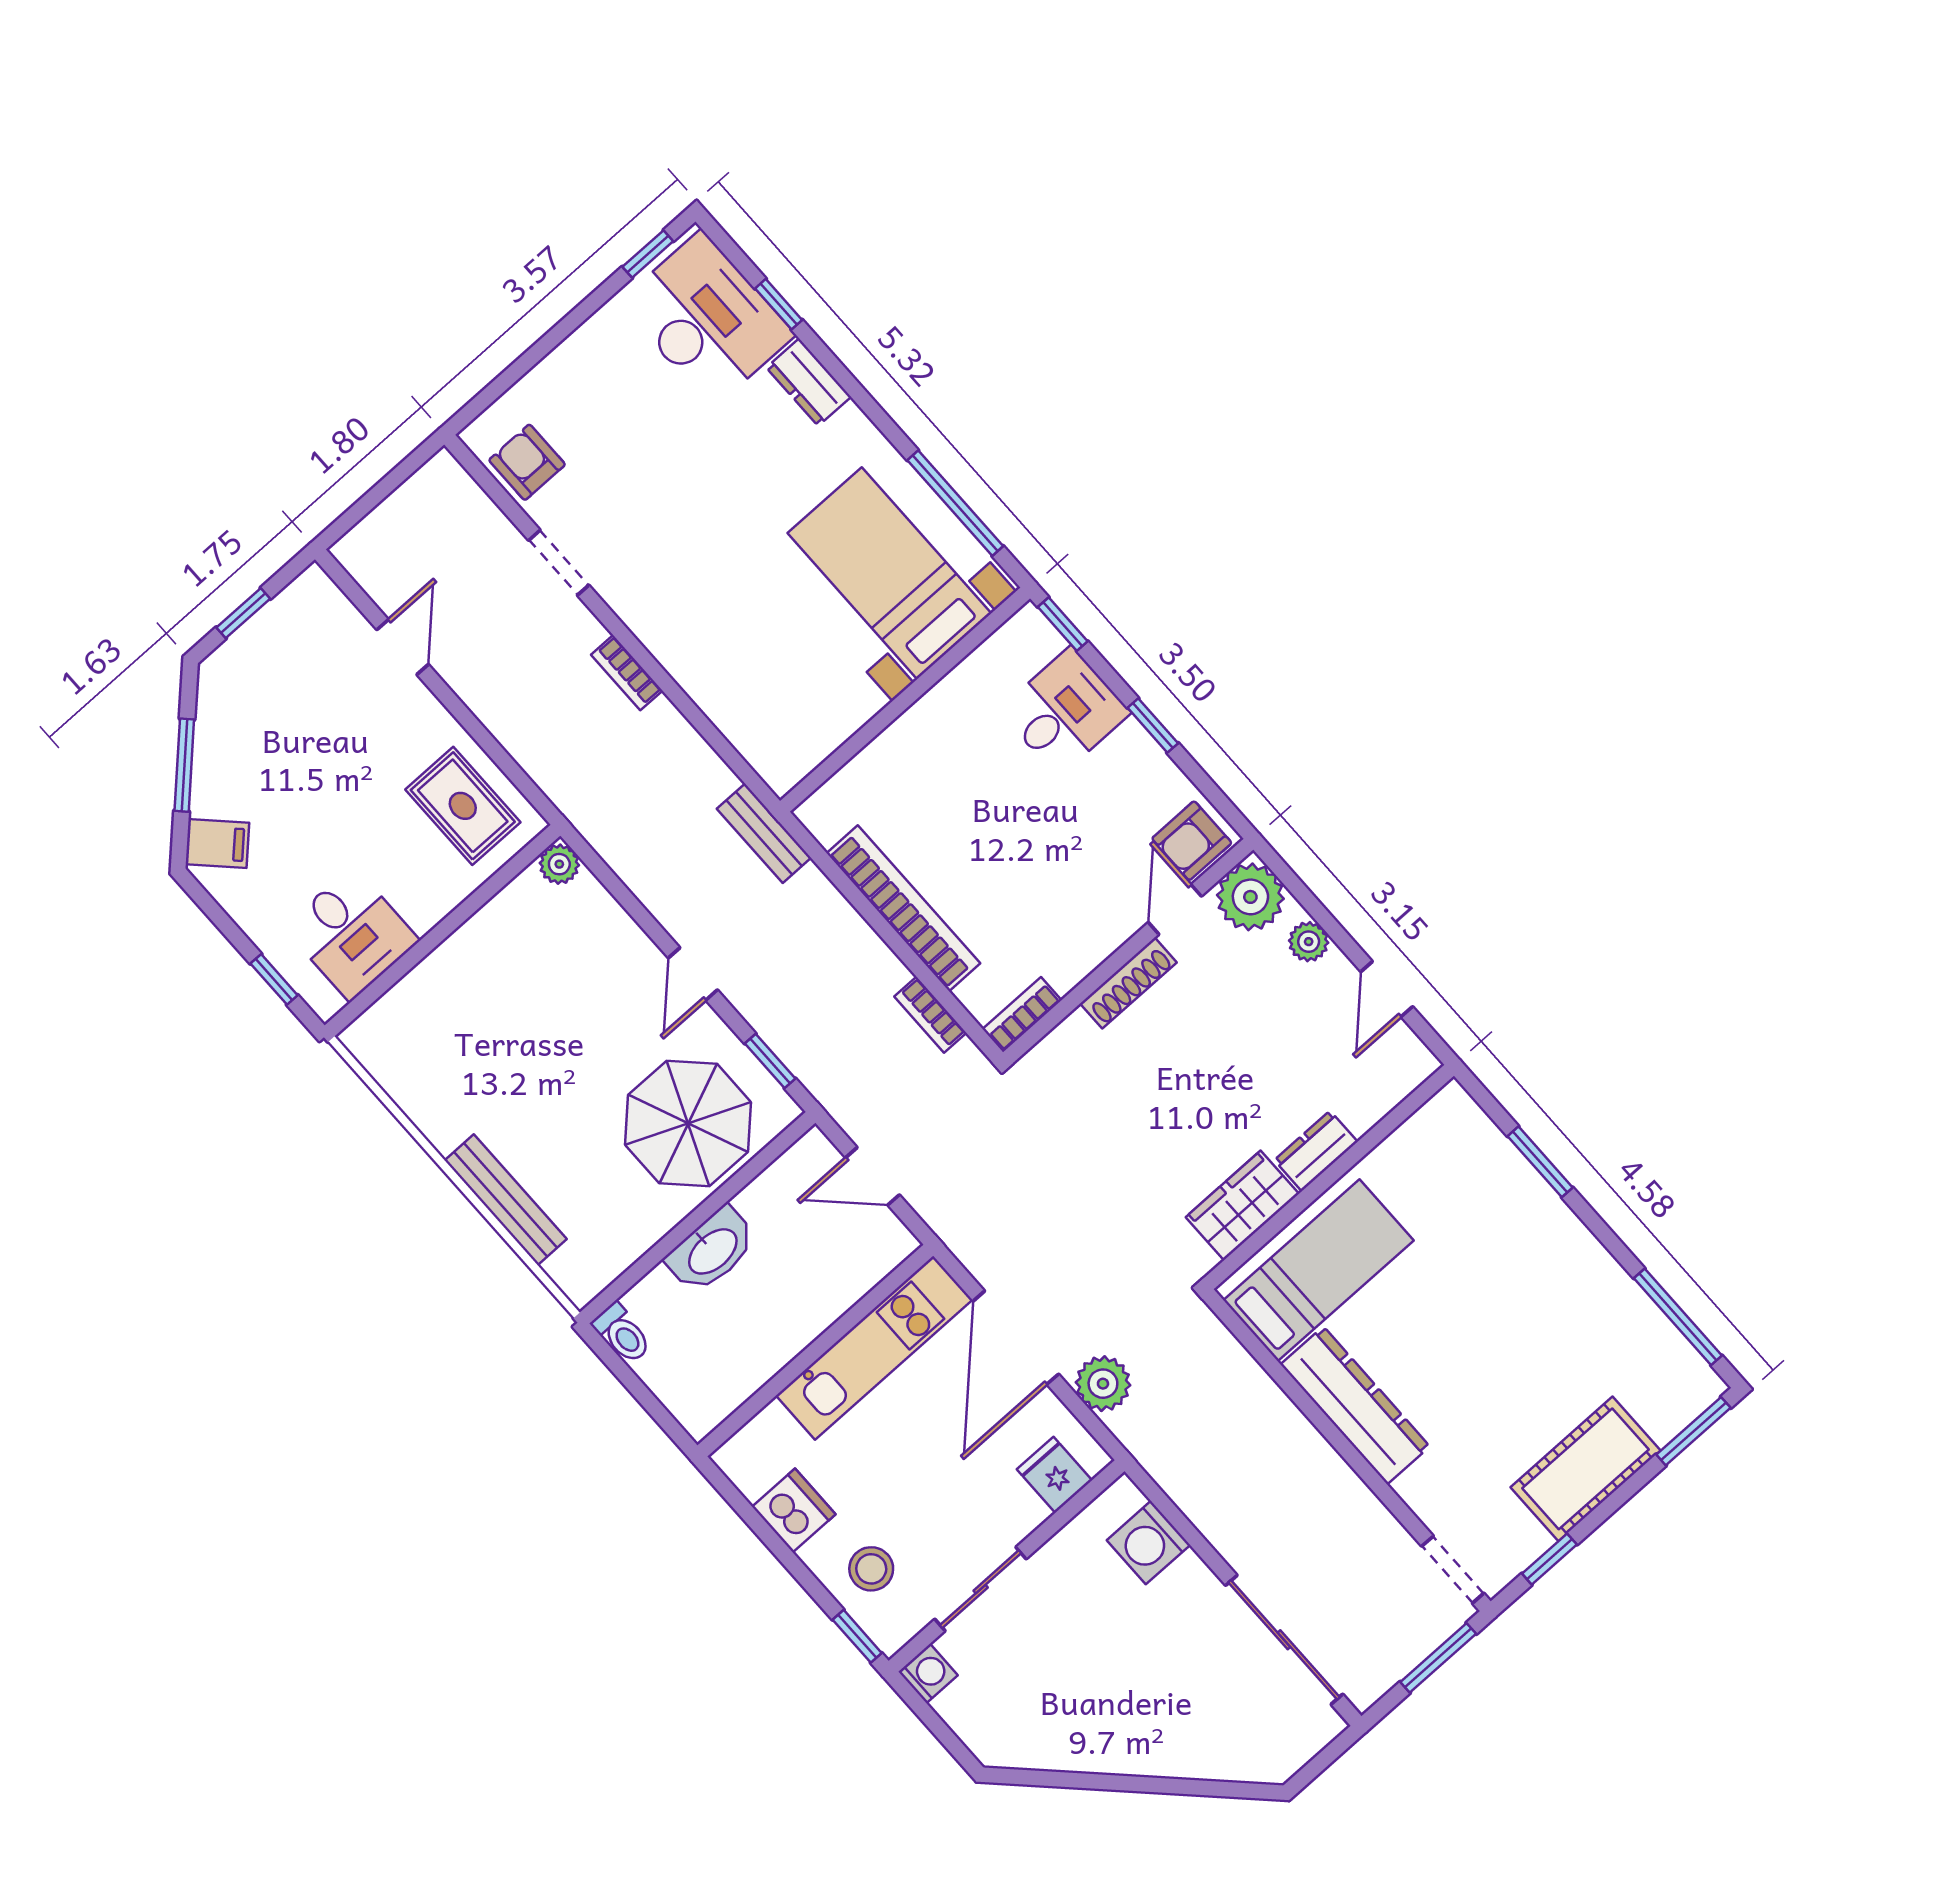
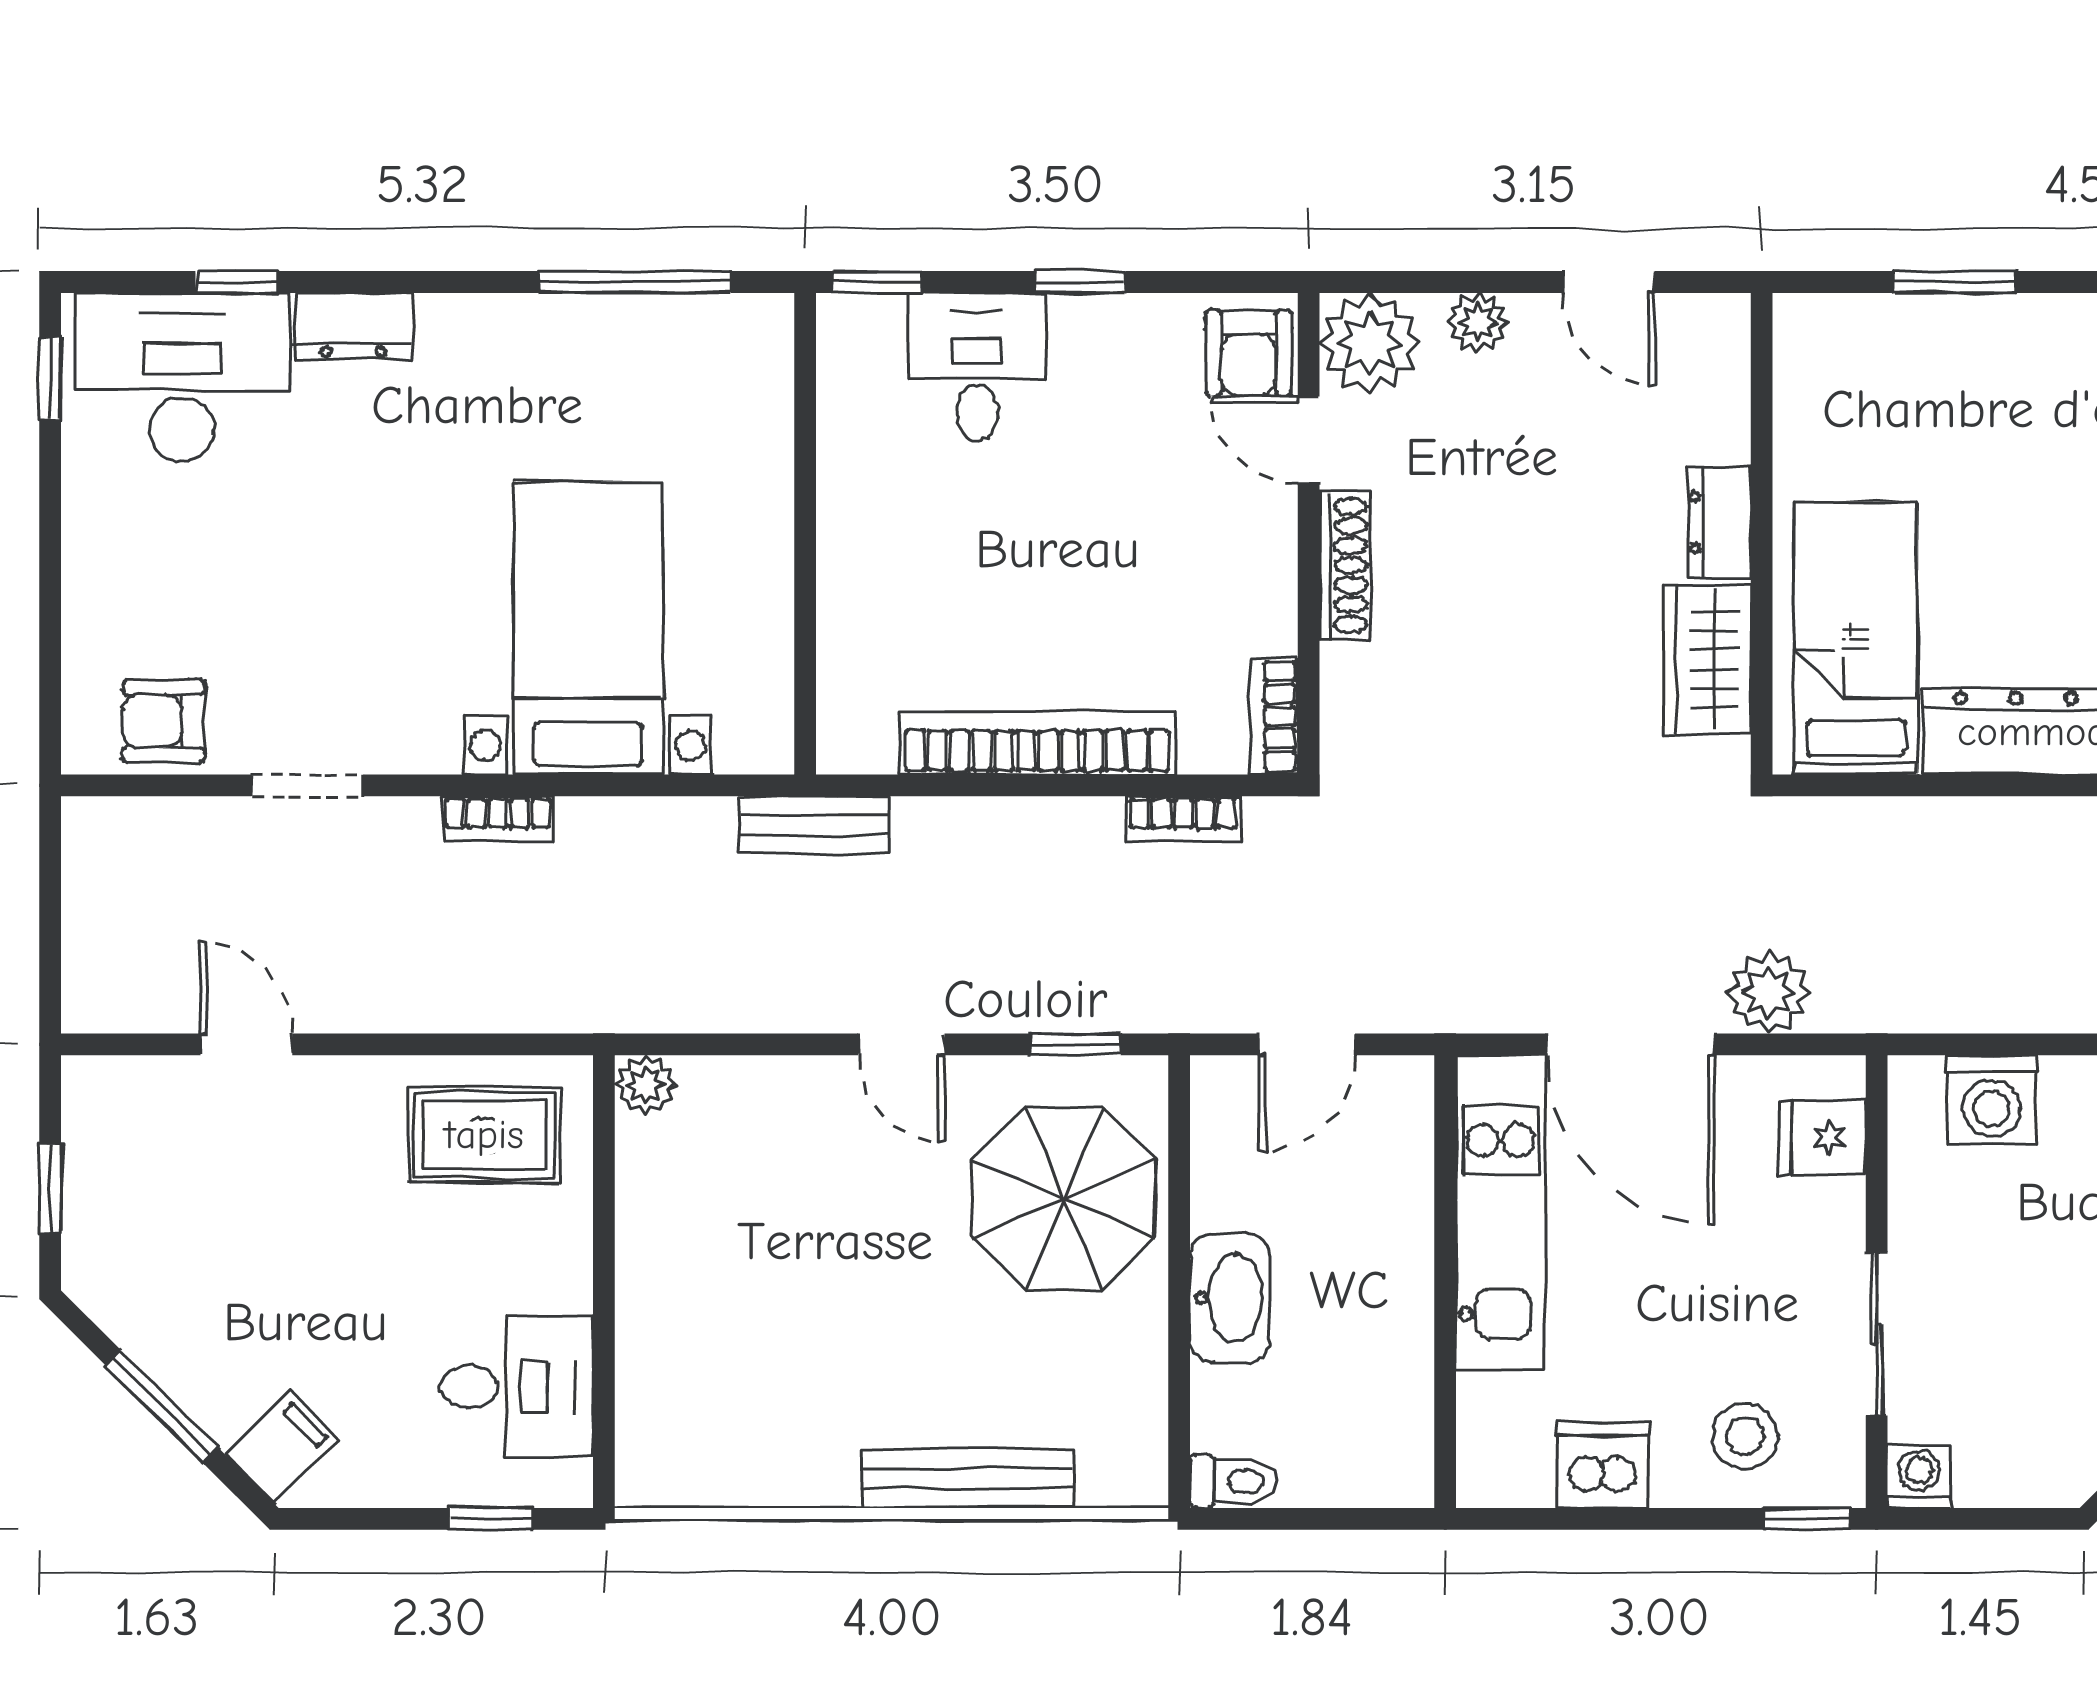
bed with nightstands: (889, 573) -> (588, 628), moved, turned 90

